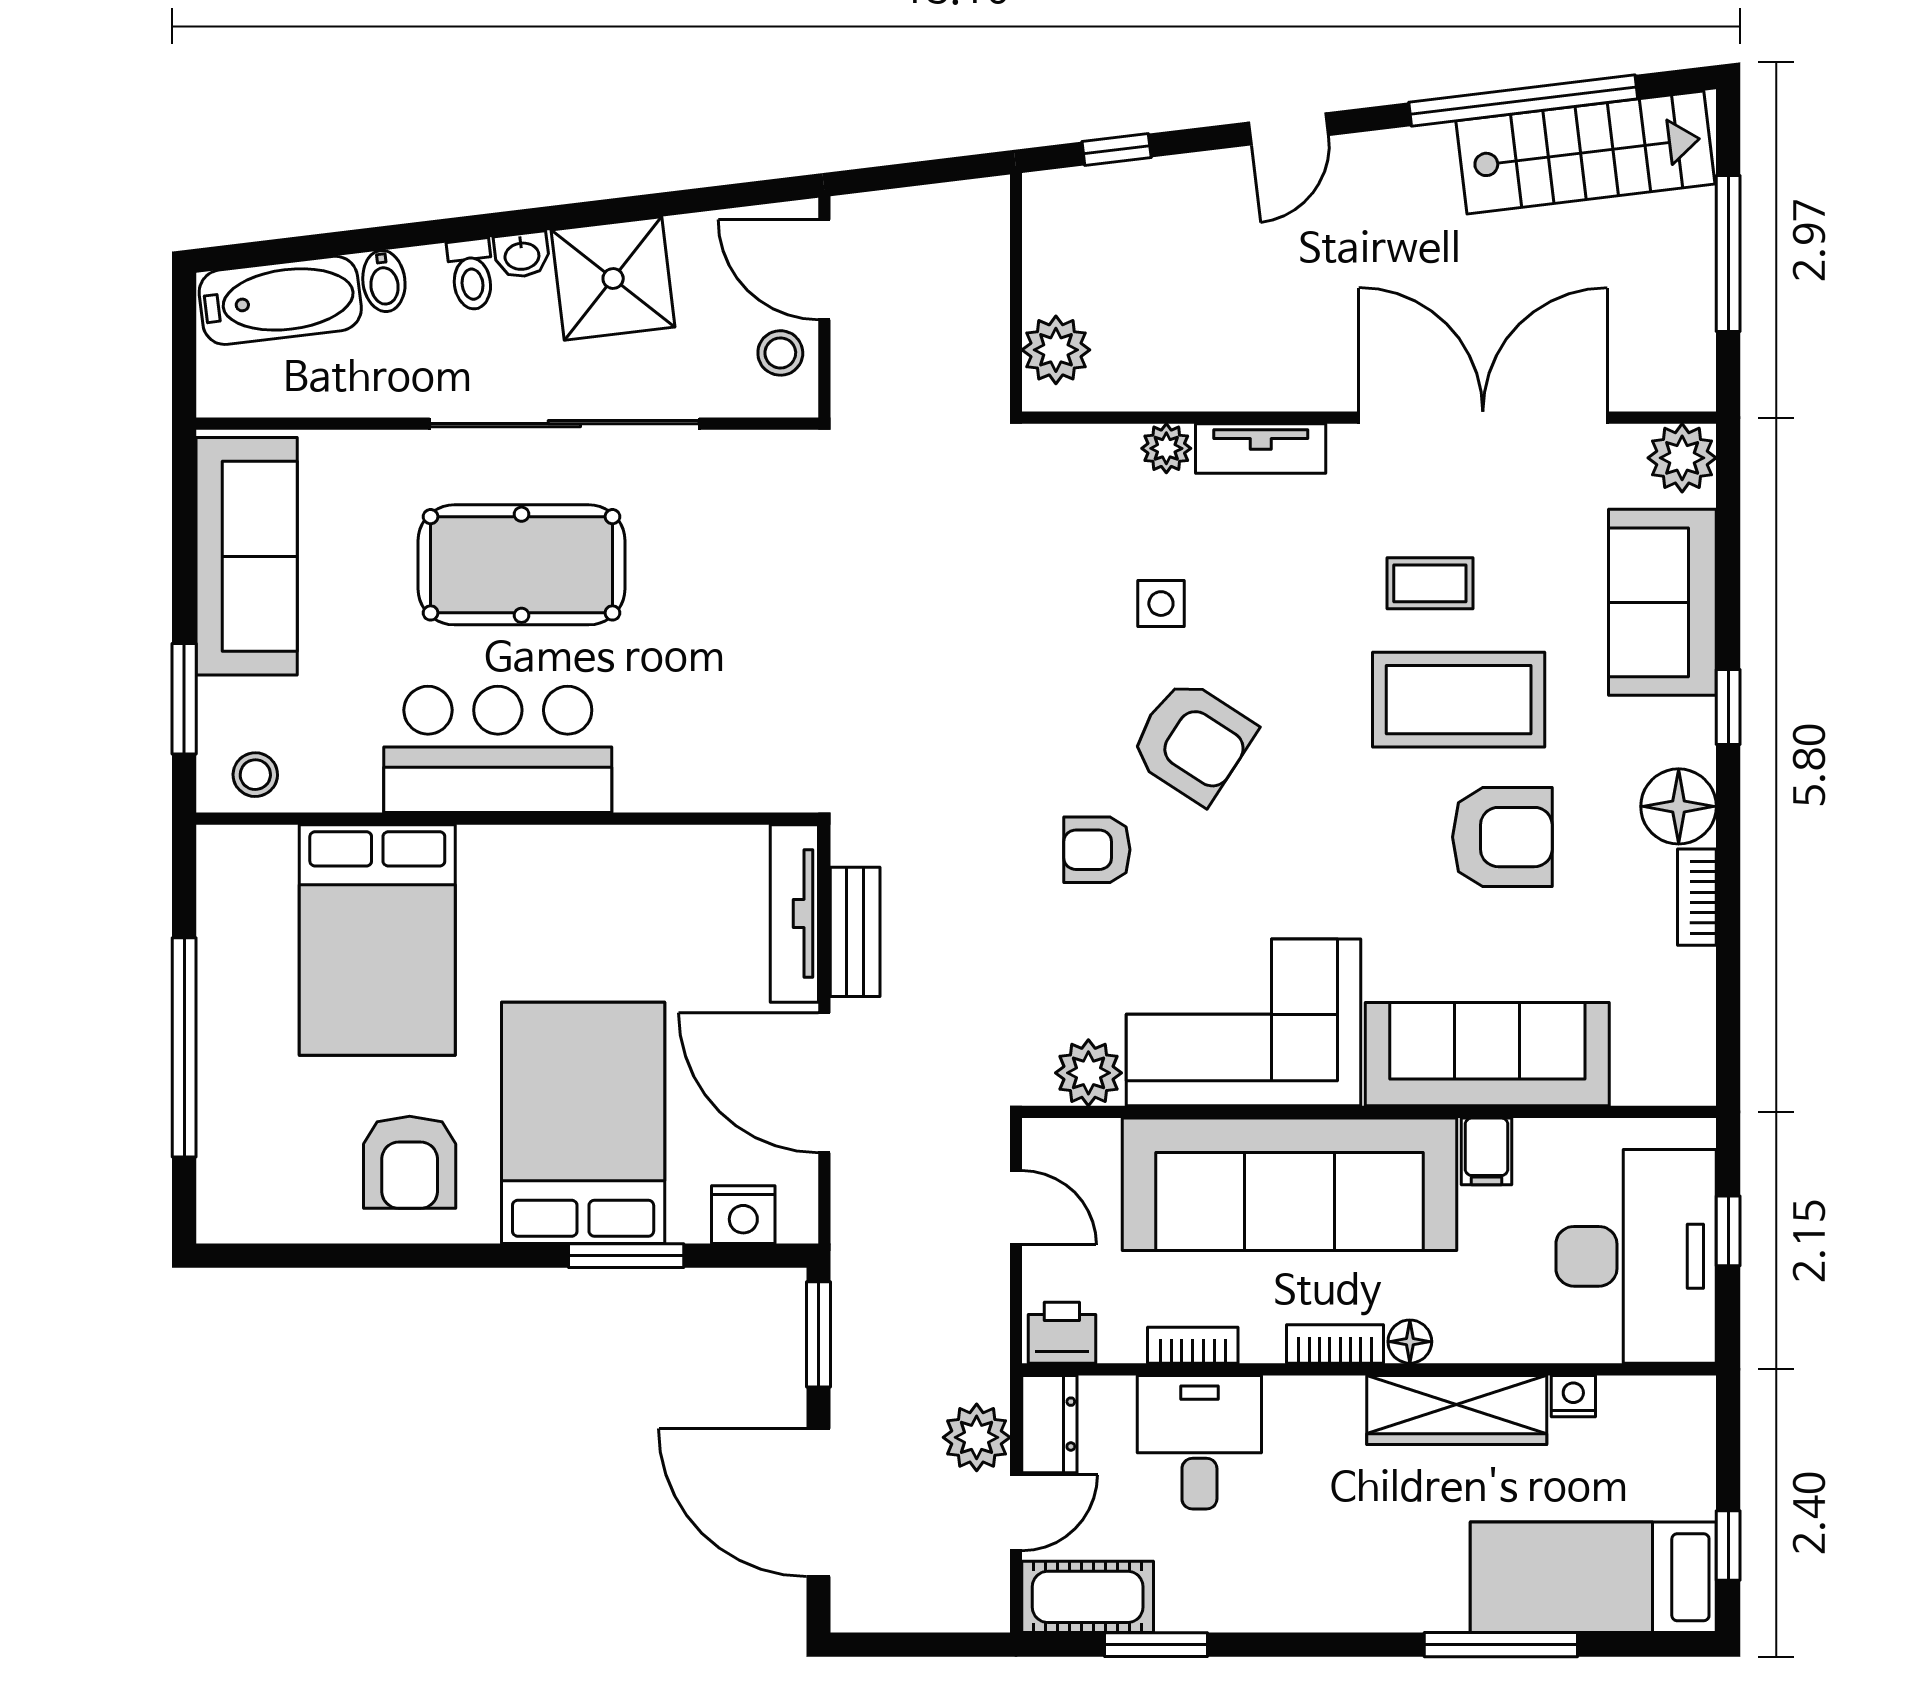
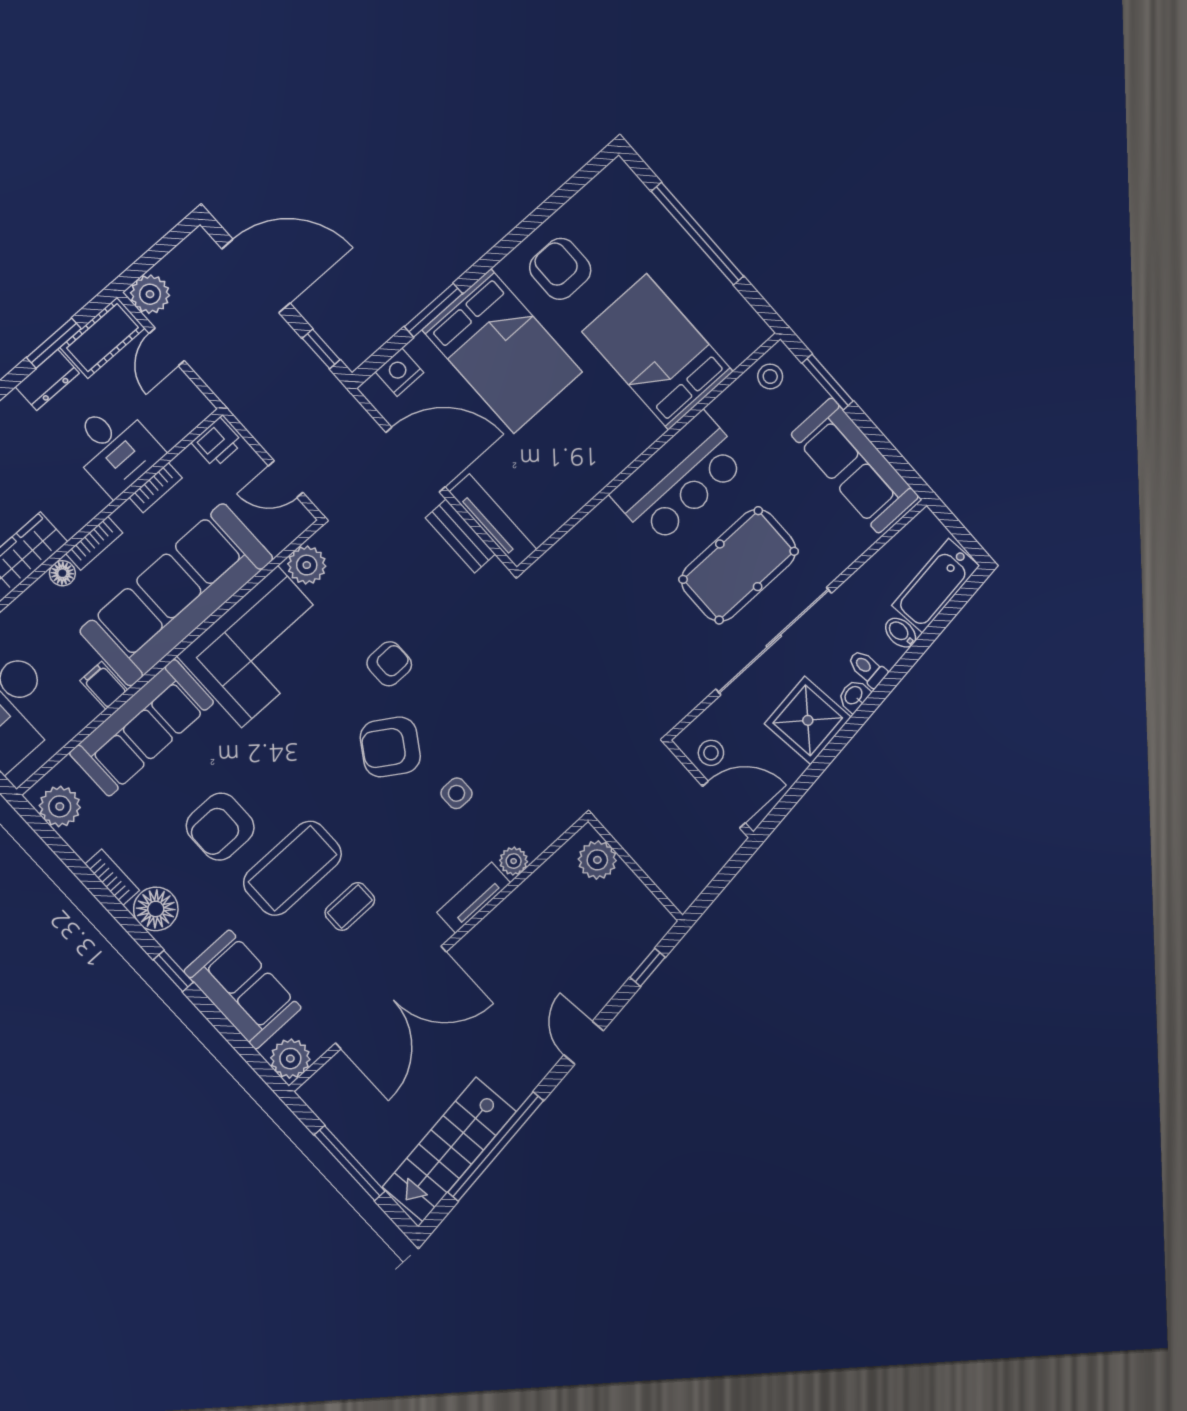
plant: (1681, 1048) -> (60, 806), added
window: (818, 1334) -> (321, 349), width x0.67
dresser: (1049, 1424) -> (47, 380), moved, turned -90
plant: (977, 1437) -> (150, 294), moved

